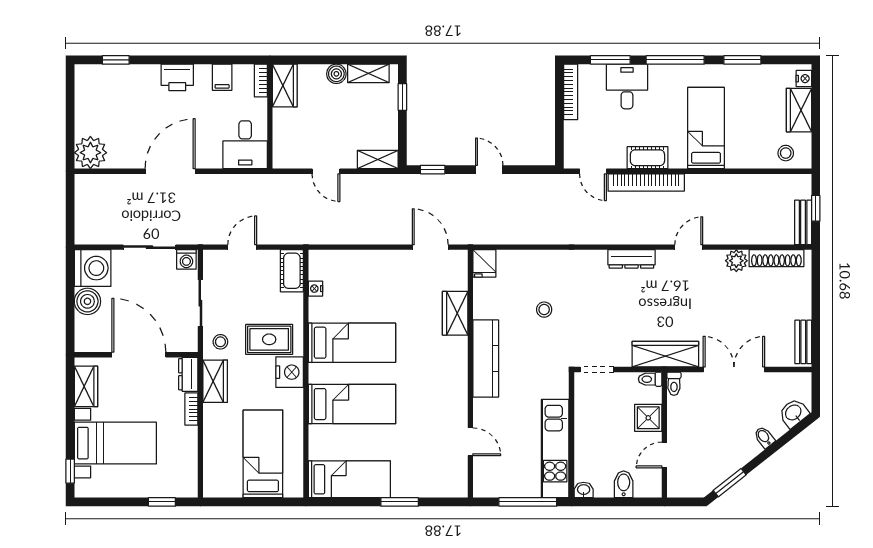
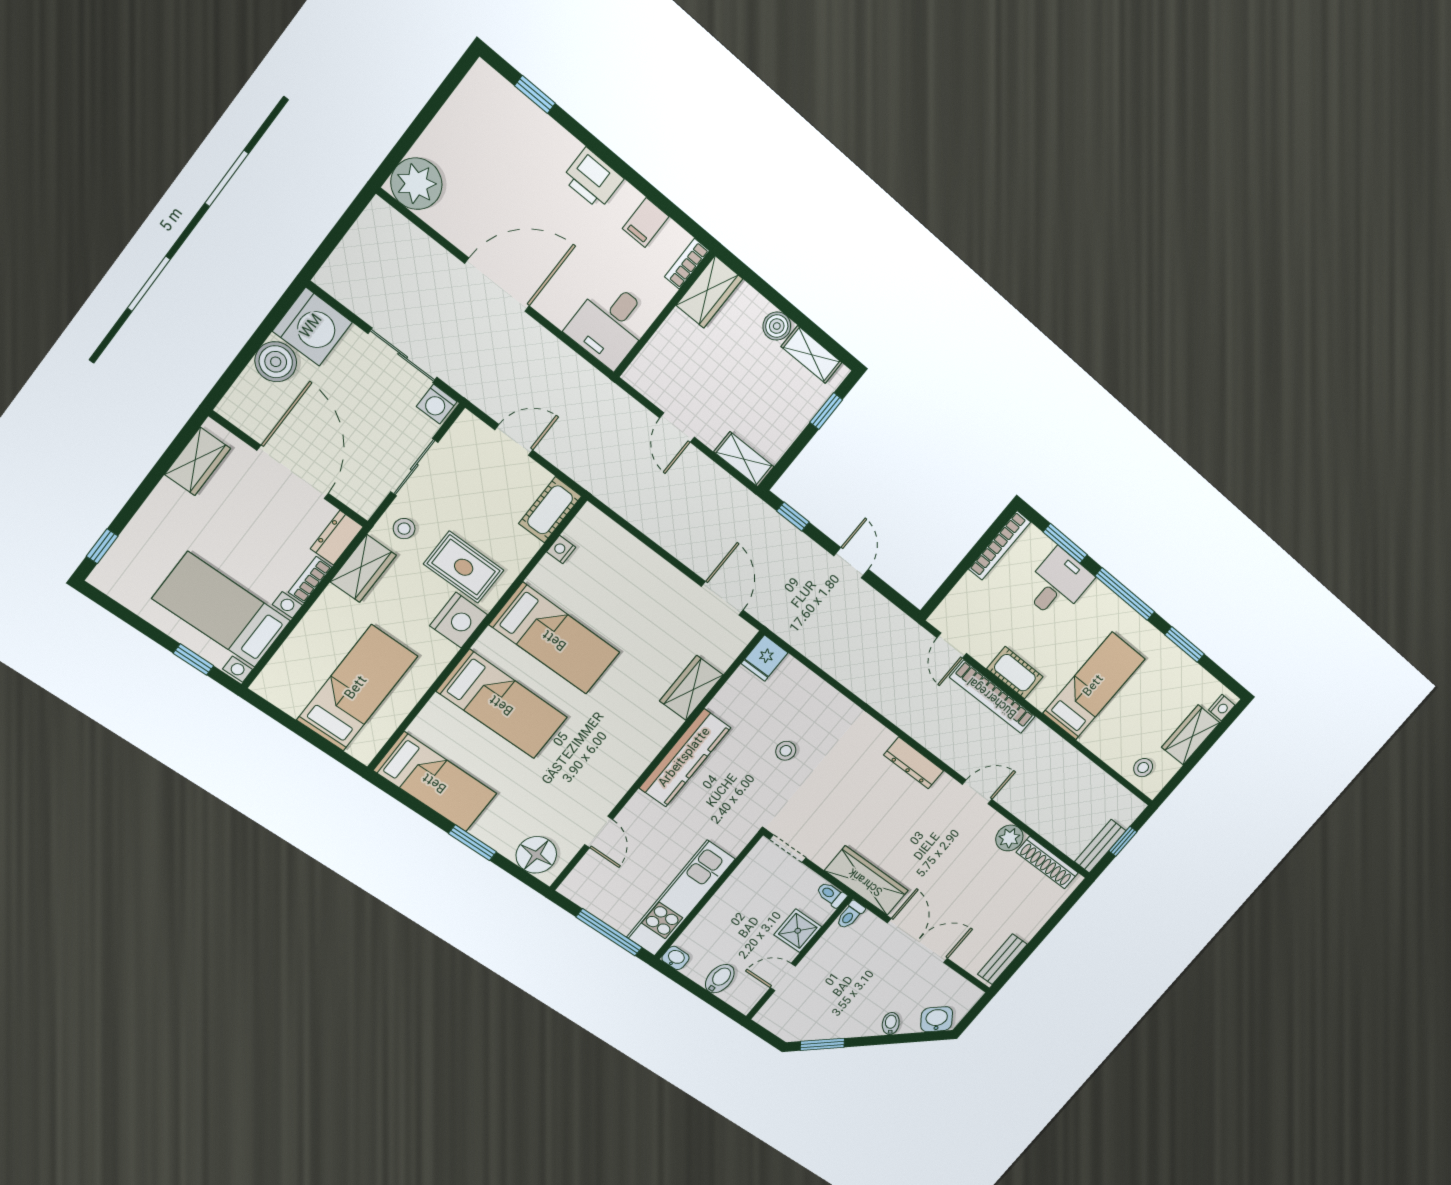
bed with nightstands: (115, 443) -> (222, 610), moved, turned 180
floor lamp: (444, 483) -> (536, 855), added

